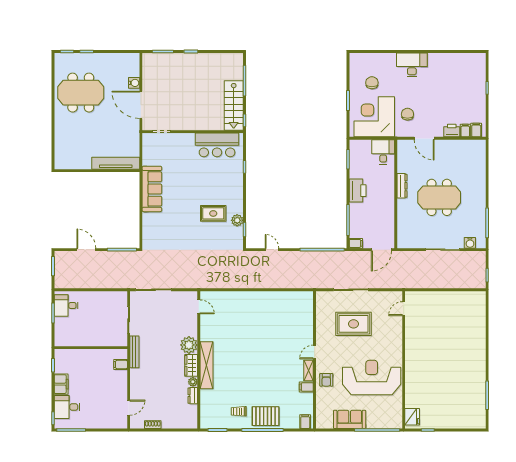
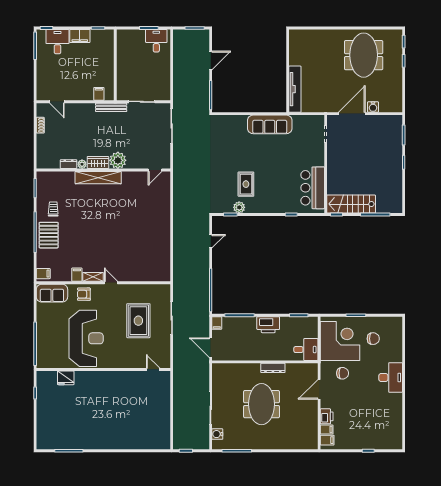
fridge: (412, 417) -> (66, 378), moved
sofa: (350, 419) -> (52, 293), moved, turned 90

